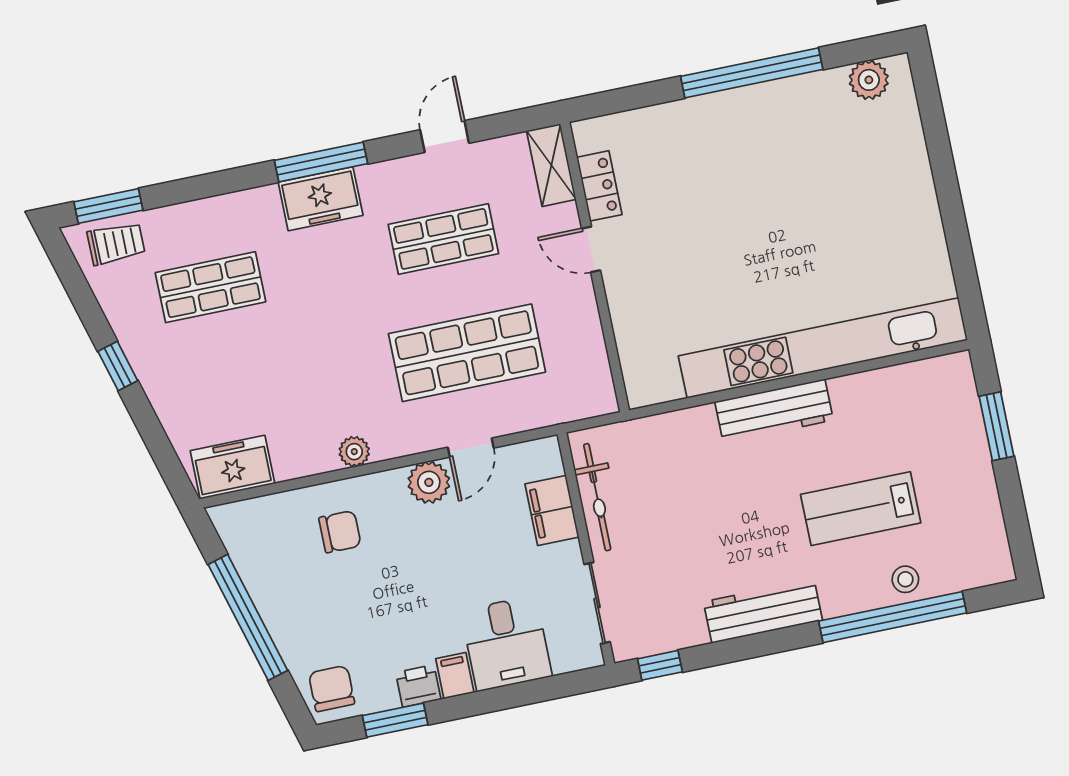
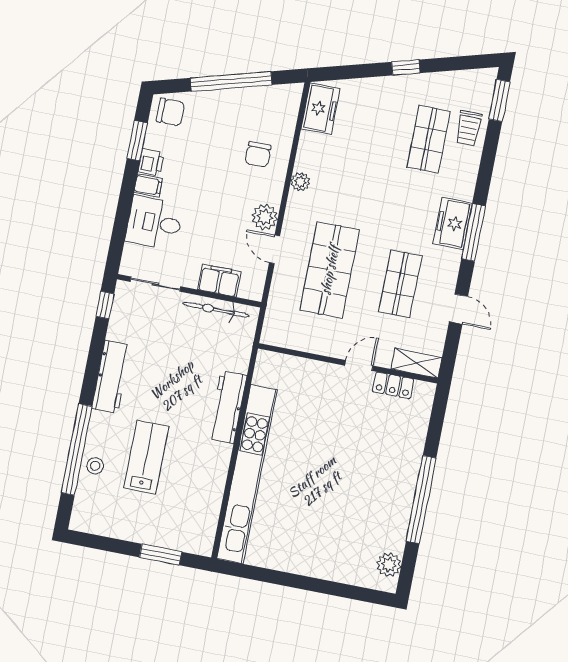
trolley: (116, 243) -> (469, 128), moved
workbench: (774, 411) -> (228, 407), moved

